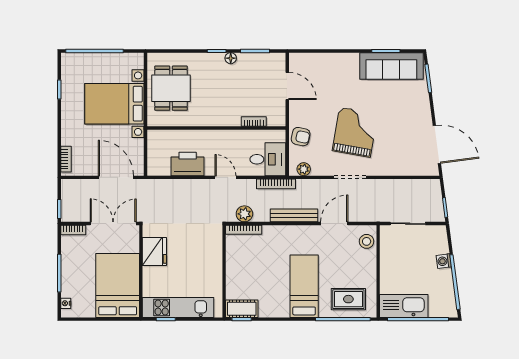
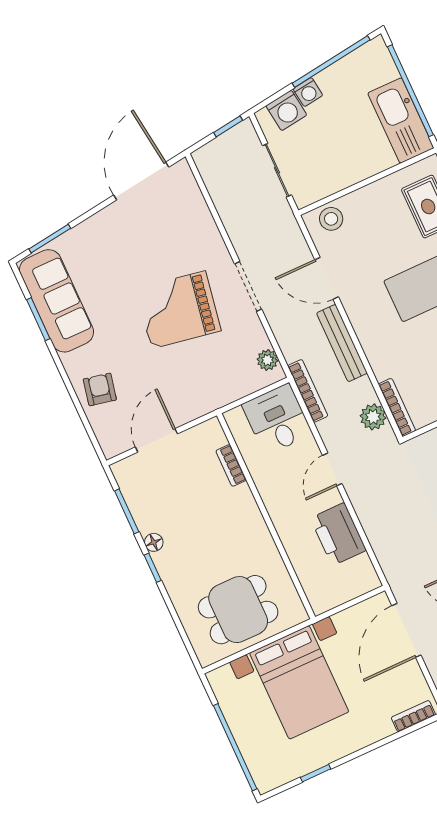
armchair: (301, 137) -> (100, 389), moved
washing machine: (439, 244) -> (286, 110), added

